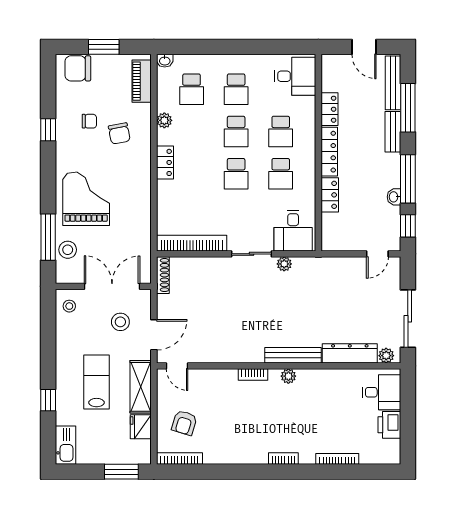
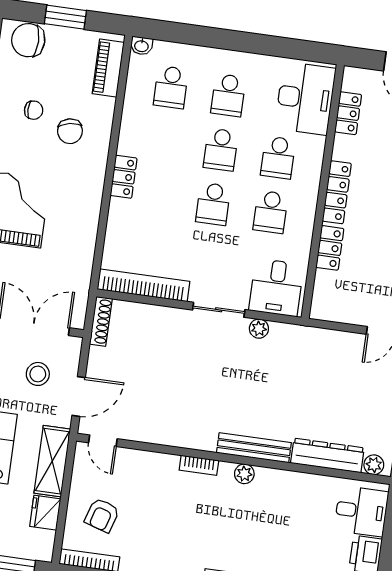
desk: (295, 76) -> (305, 98), width x1.37
locker: (329, 109) -> (348, 113), moved
plant: (164, 120) -> (130, 123), removed

